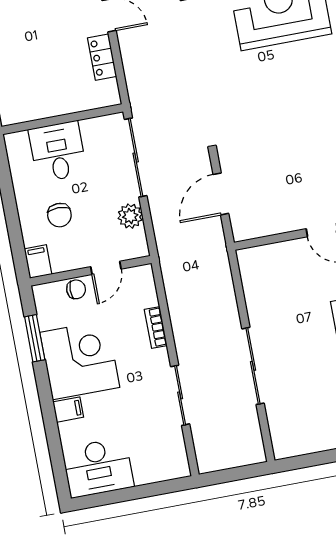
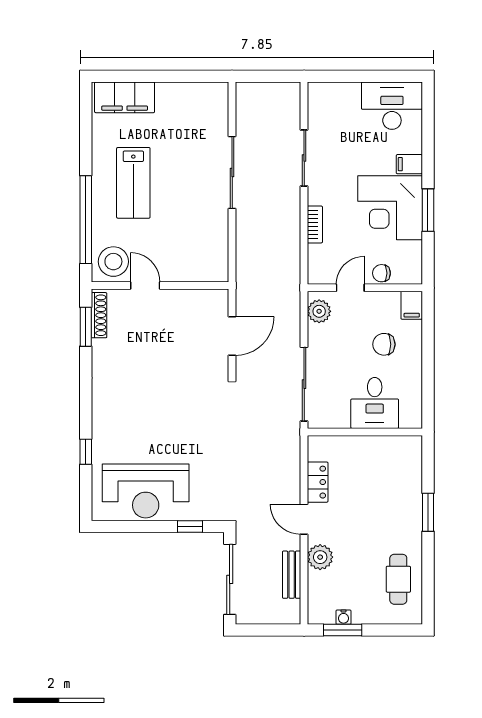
chair: (59, 215) -> (384, 344), turned -90
plant: (130, 216) -> (319, 311), moved
window: (35, 338) -> (428, 210), moved

